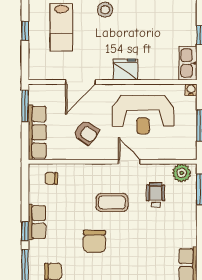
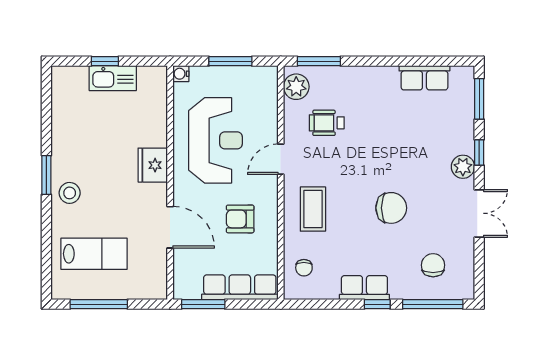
window: (25, 31) -> (99, 304), width x2.17
kitchen sink: (188, 63) -> (113, 78), moved
armchair: (86, 132) -> (240, 219), turned -126
coffee table: (112, 203) -> (313, 209), moved

